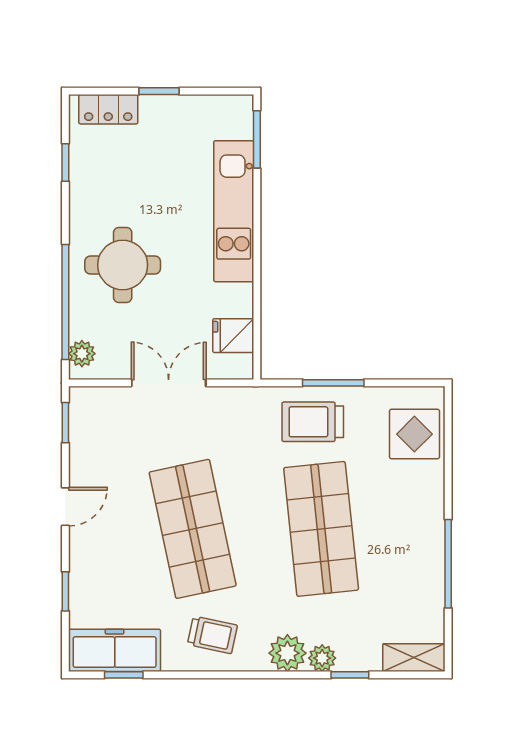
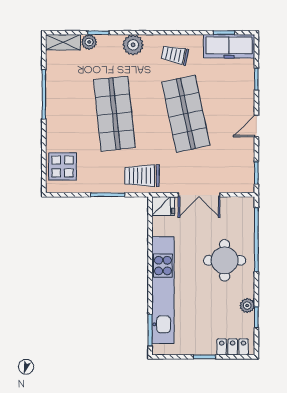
kitchen unit: (234, 211) -> (163, 290), width x1.36
fridge: (233, 336) -> (163, 206), moved
plant: (82, 354) -> (247, 305), moved
trolley: (313, 422) -> (142, 176), moved, turned 180
plant: (322, 658) -> (89, 42), moved

